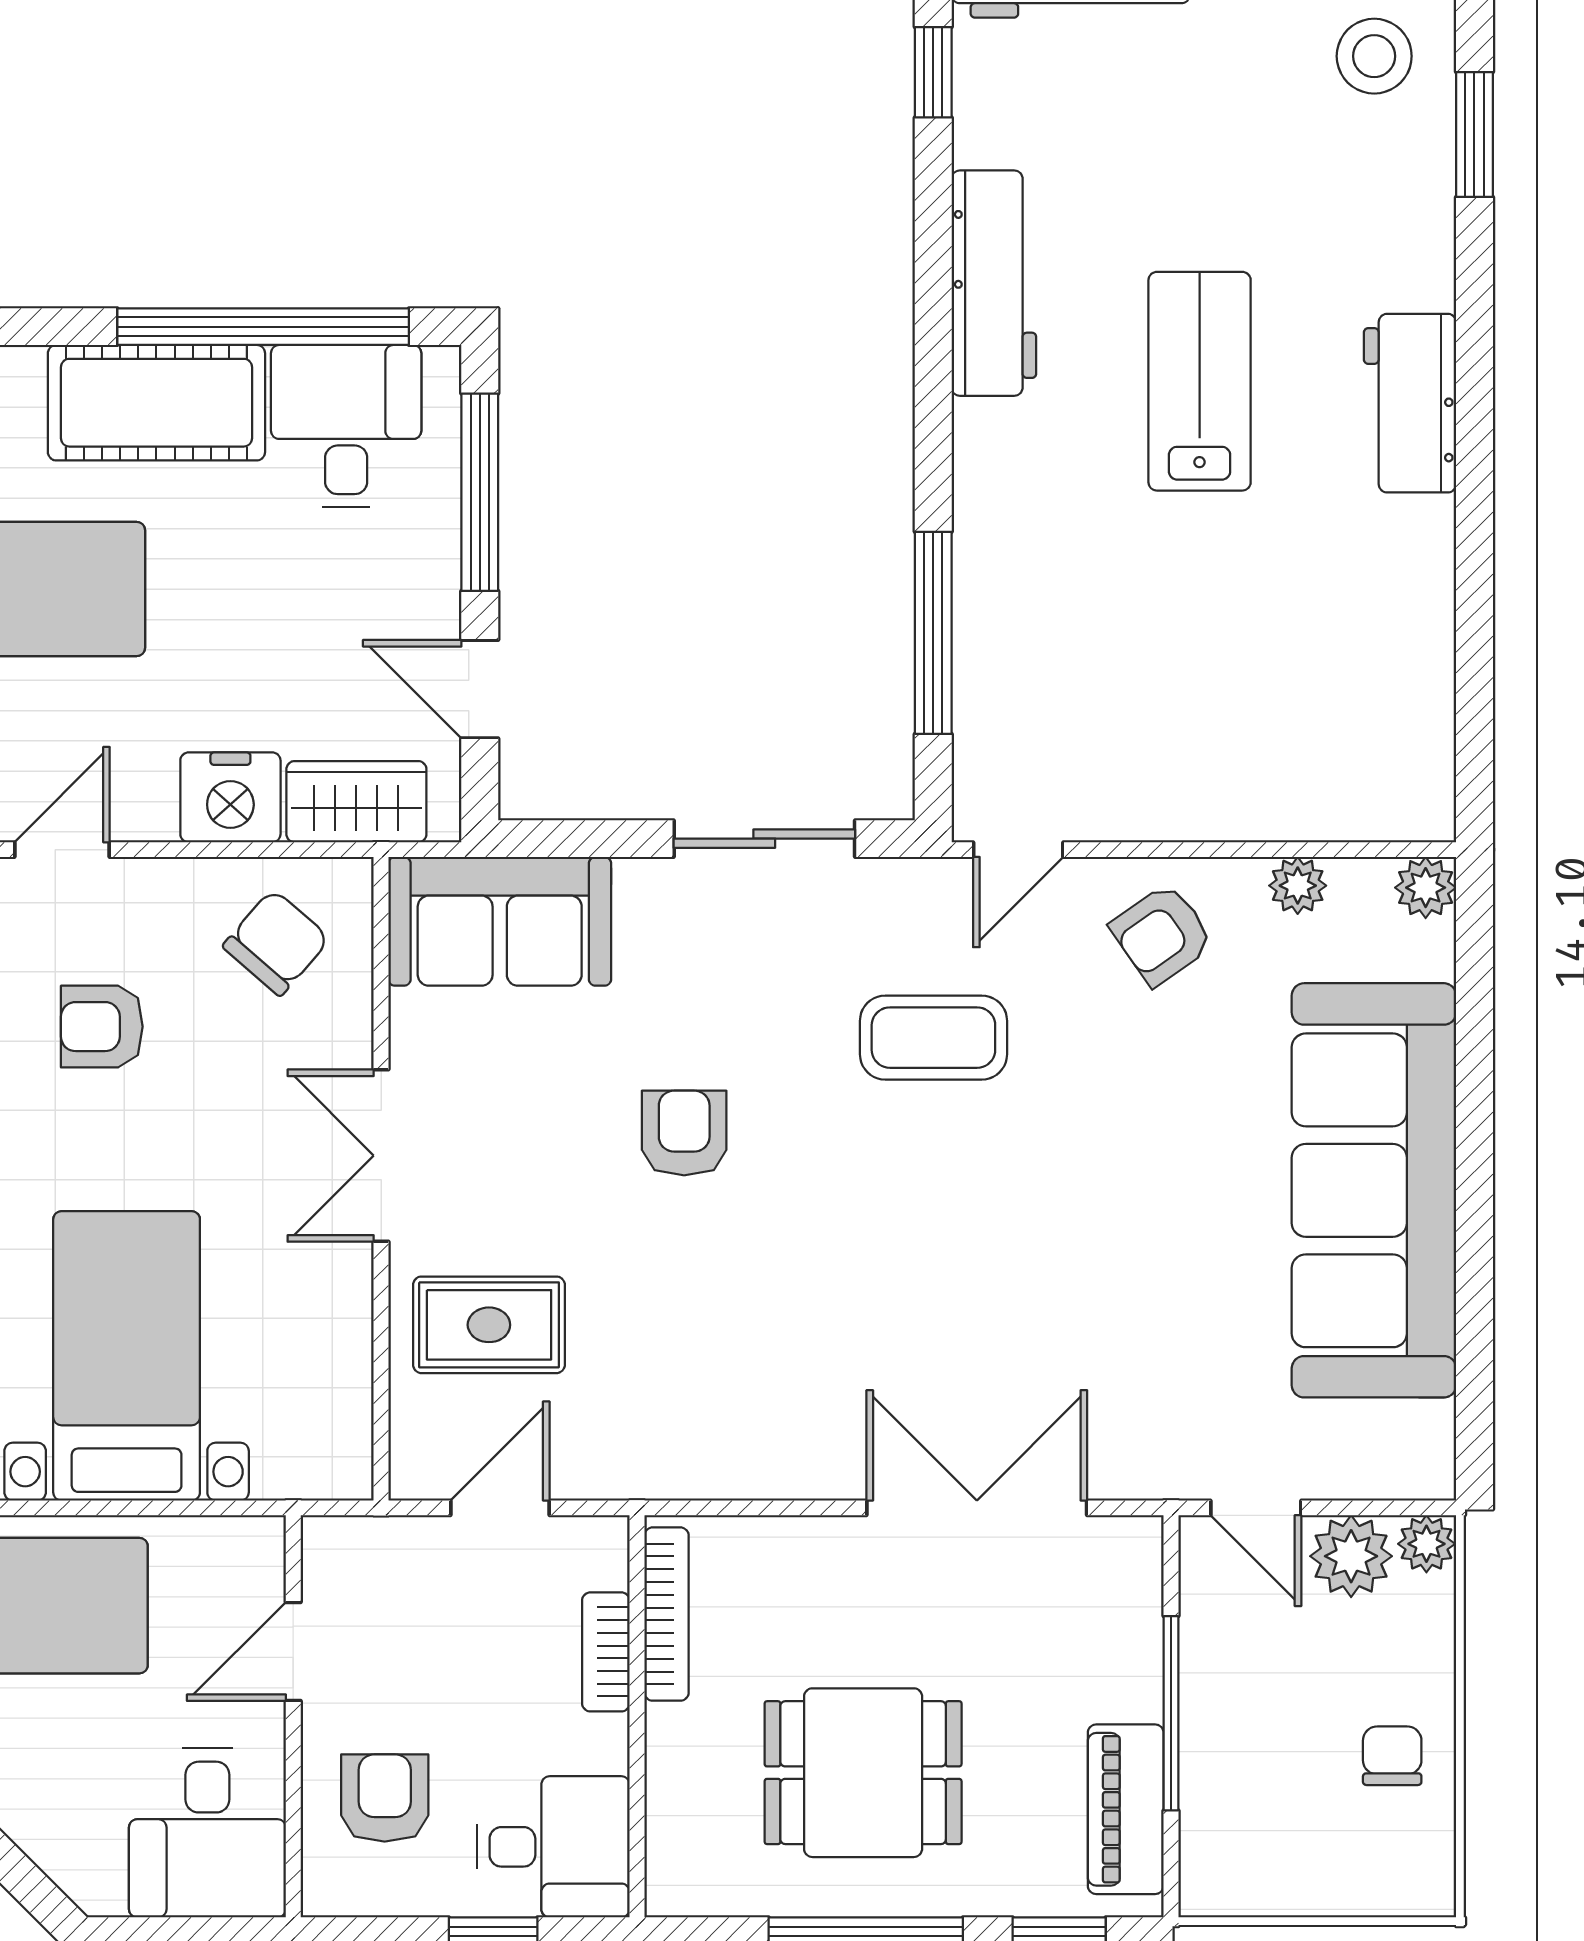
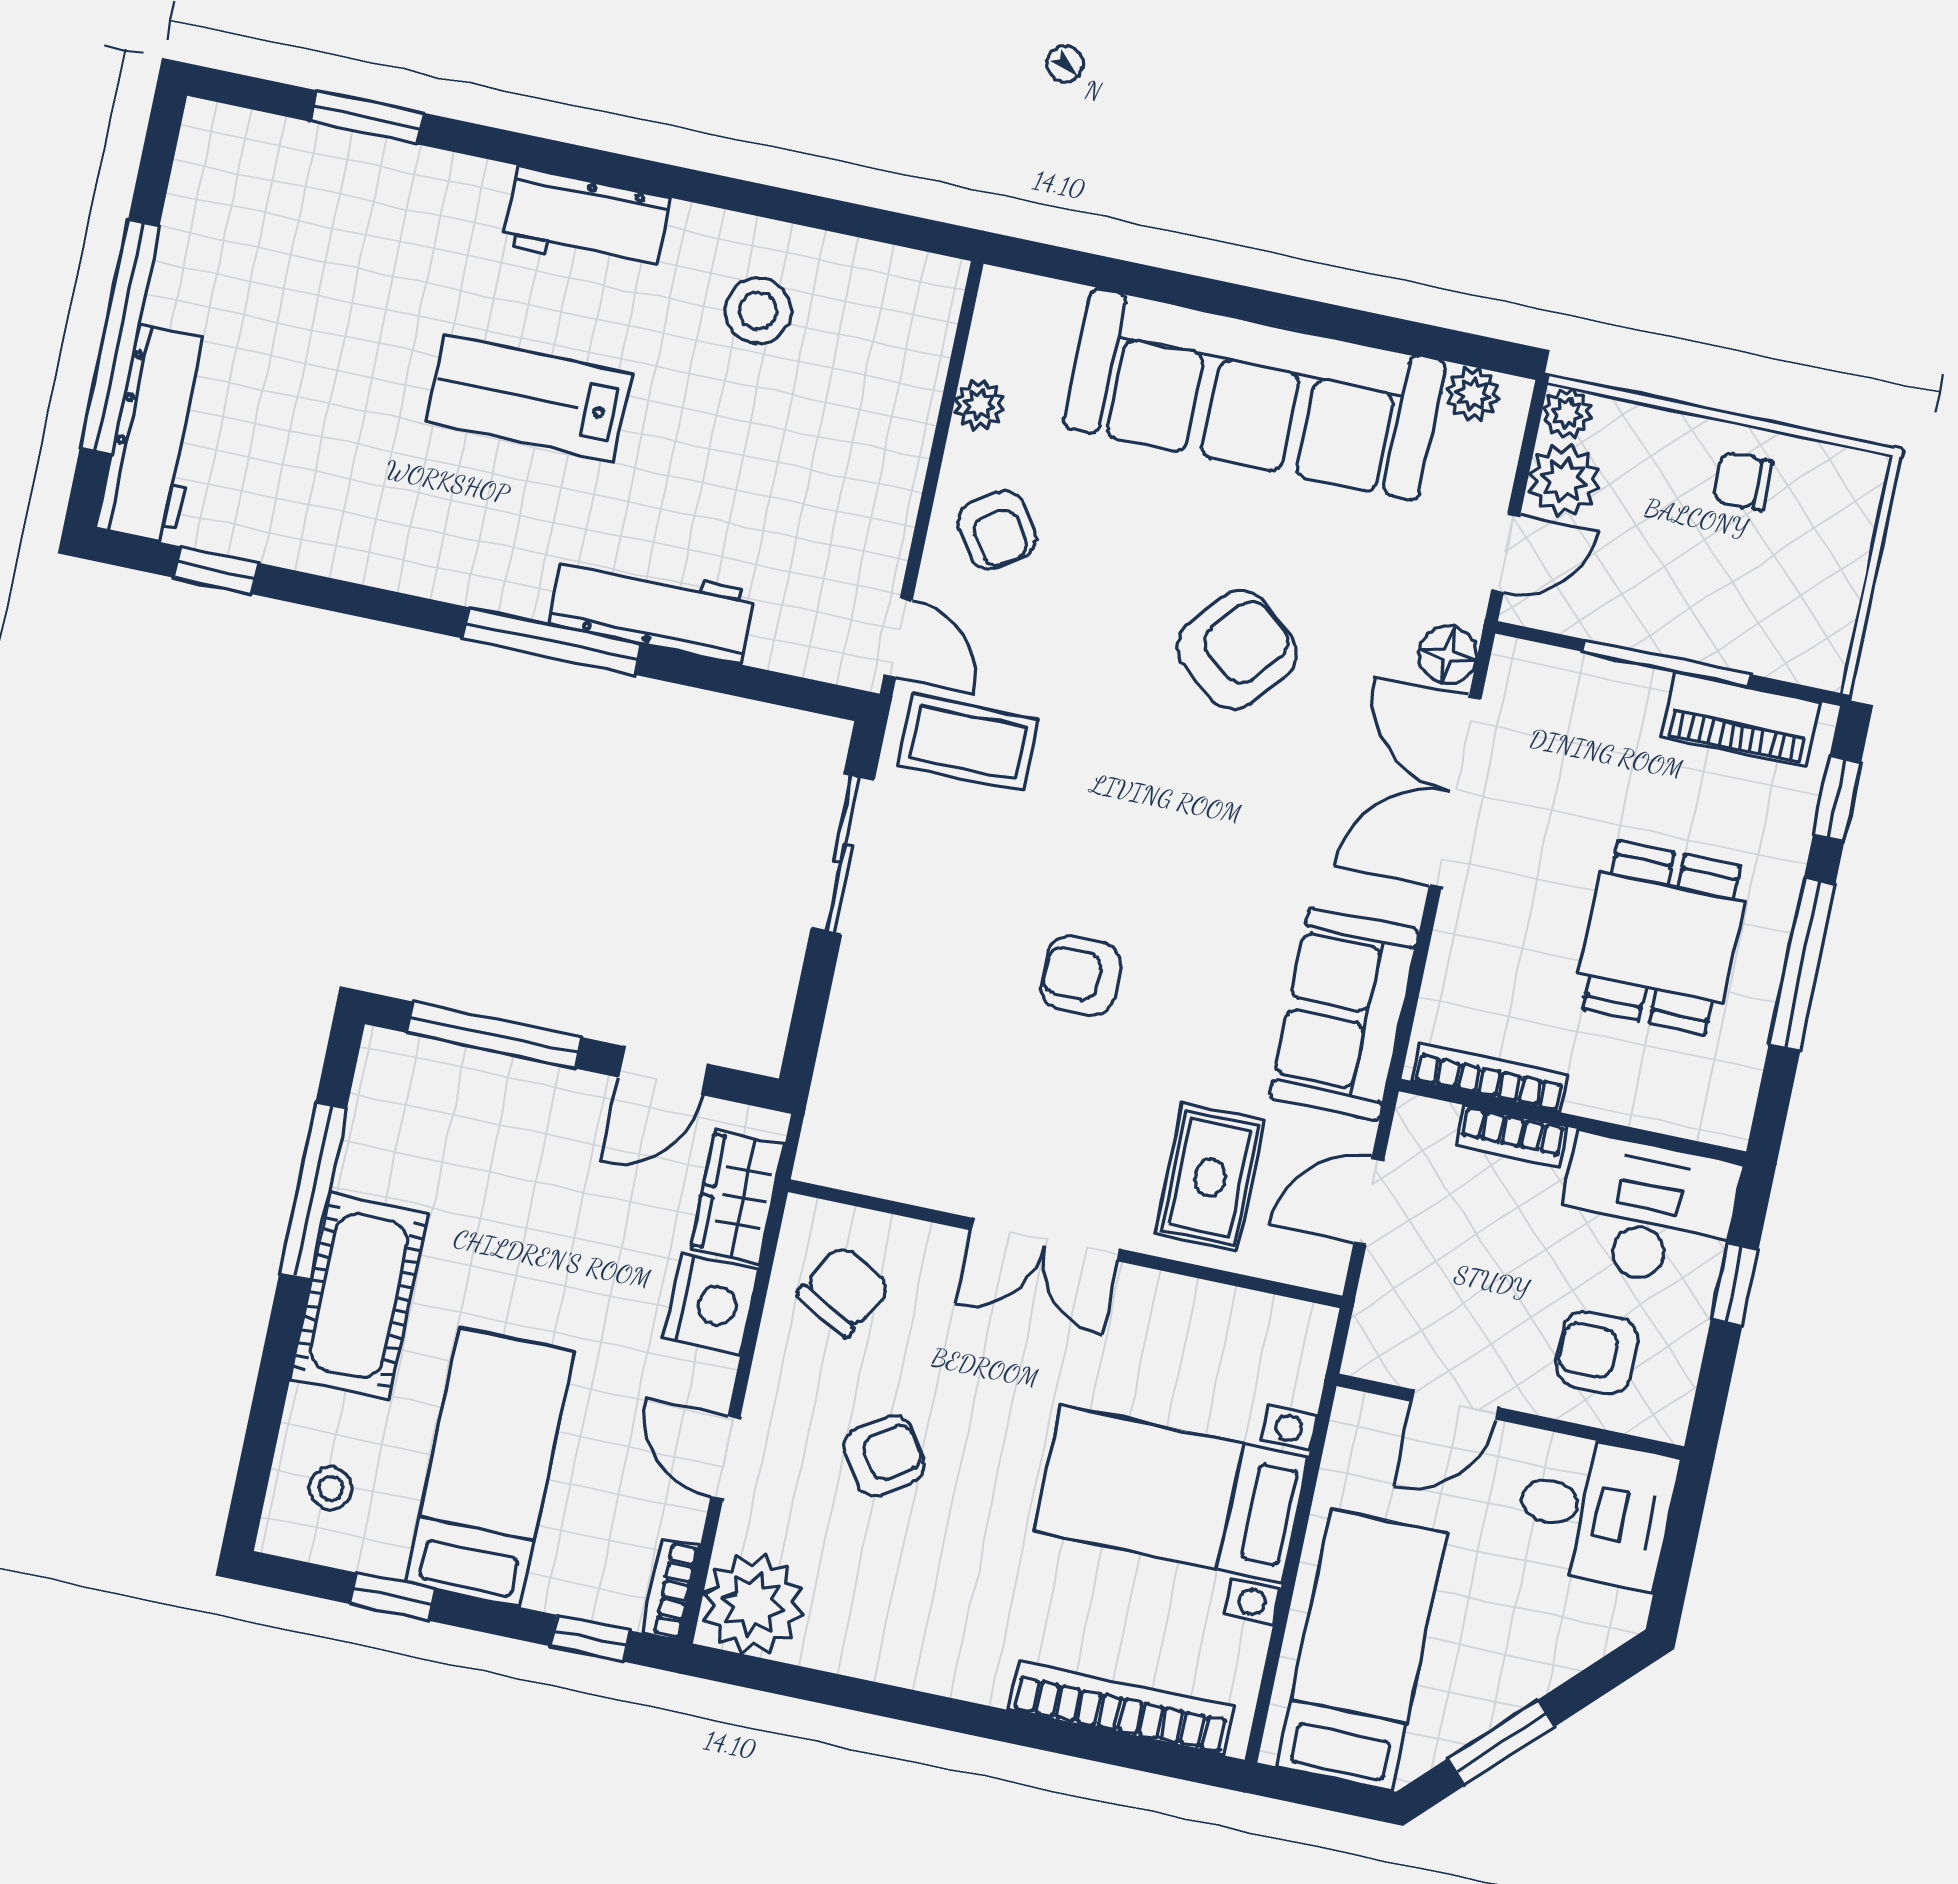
stool: (1374, 56) -> (758, 311), moved
workbench: (994, 283) -> (652, 608), moved
window: (263, 327) -> (313, 1191), width x0.68
desk: (346, 426) -> (413, 1138), removed
window: (933, 633) -> (552, 641), moved
plant: (1426, 888) -> (1473, 394), moved
sofa: (500, 921) -> (1344, 1014), moved, turned 180
chair: (276, 943) -> (844, 1291), turned 79
armchair: (102, 1027) -> (884, 1456), turned -124
coffee table: (933, 1038) -> (968, 742), moved, turned 90
armchair: (1084, 1230) -> (1237, 650), added
floor lamp: (1129, 1467) -> (1448, 655), added
door: (500, 1508) -> (1369, 1201), hinge flipped
door: (293, 1652) -> (1455, 1404), hinge flipped
desk: (554, 1847) -> (1647, 1212), width x1.37

